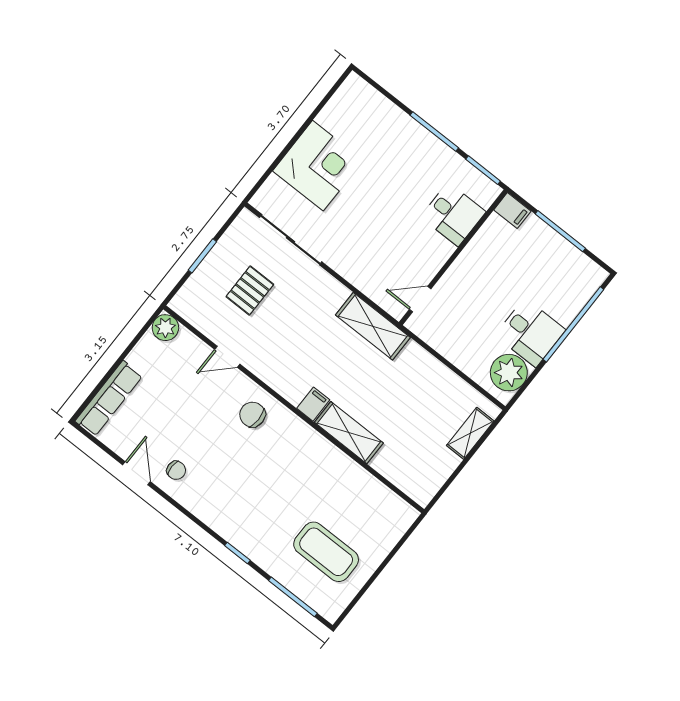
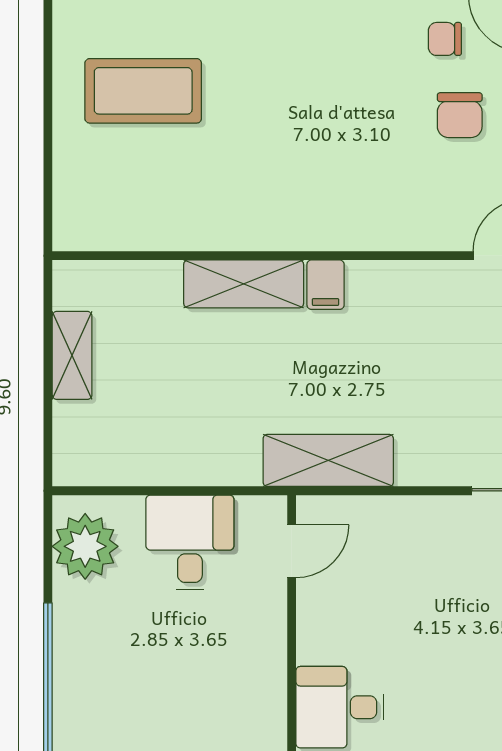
desk: (530, 332) -> (190, 542), moved, turned 90
chair: (252, 415) -> (460, 115), moved, turned 90
shelving: (470, 433) -> (72, 355), moved

